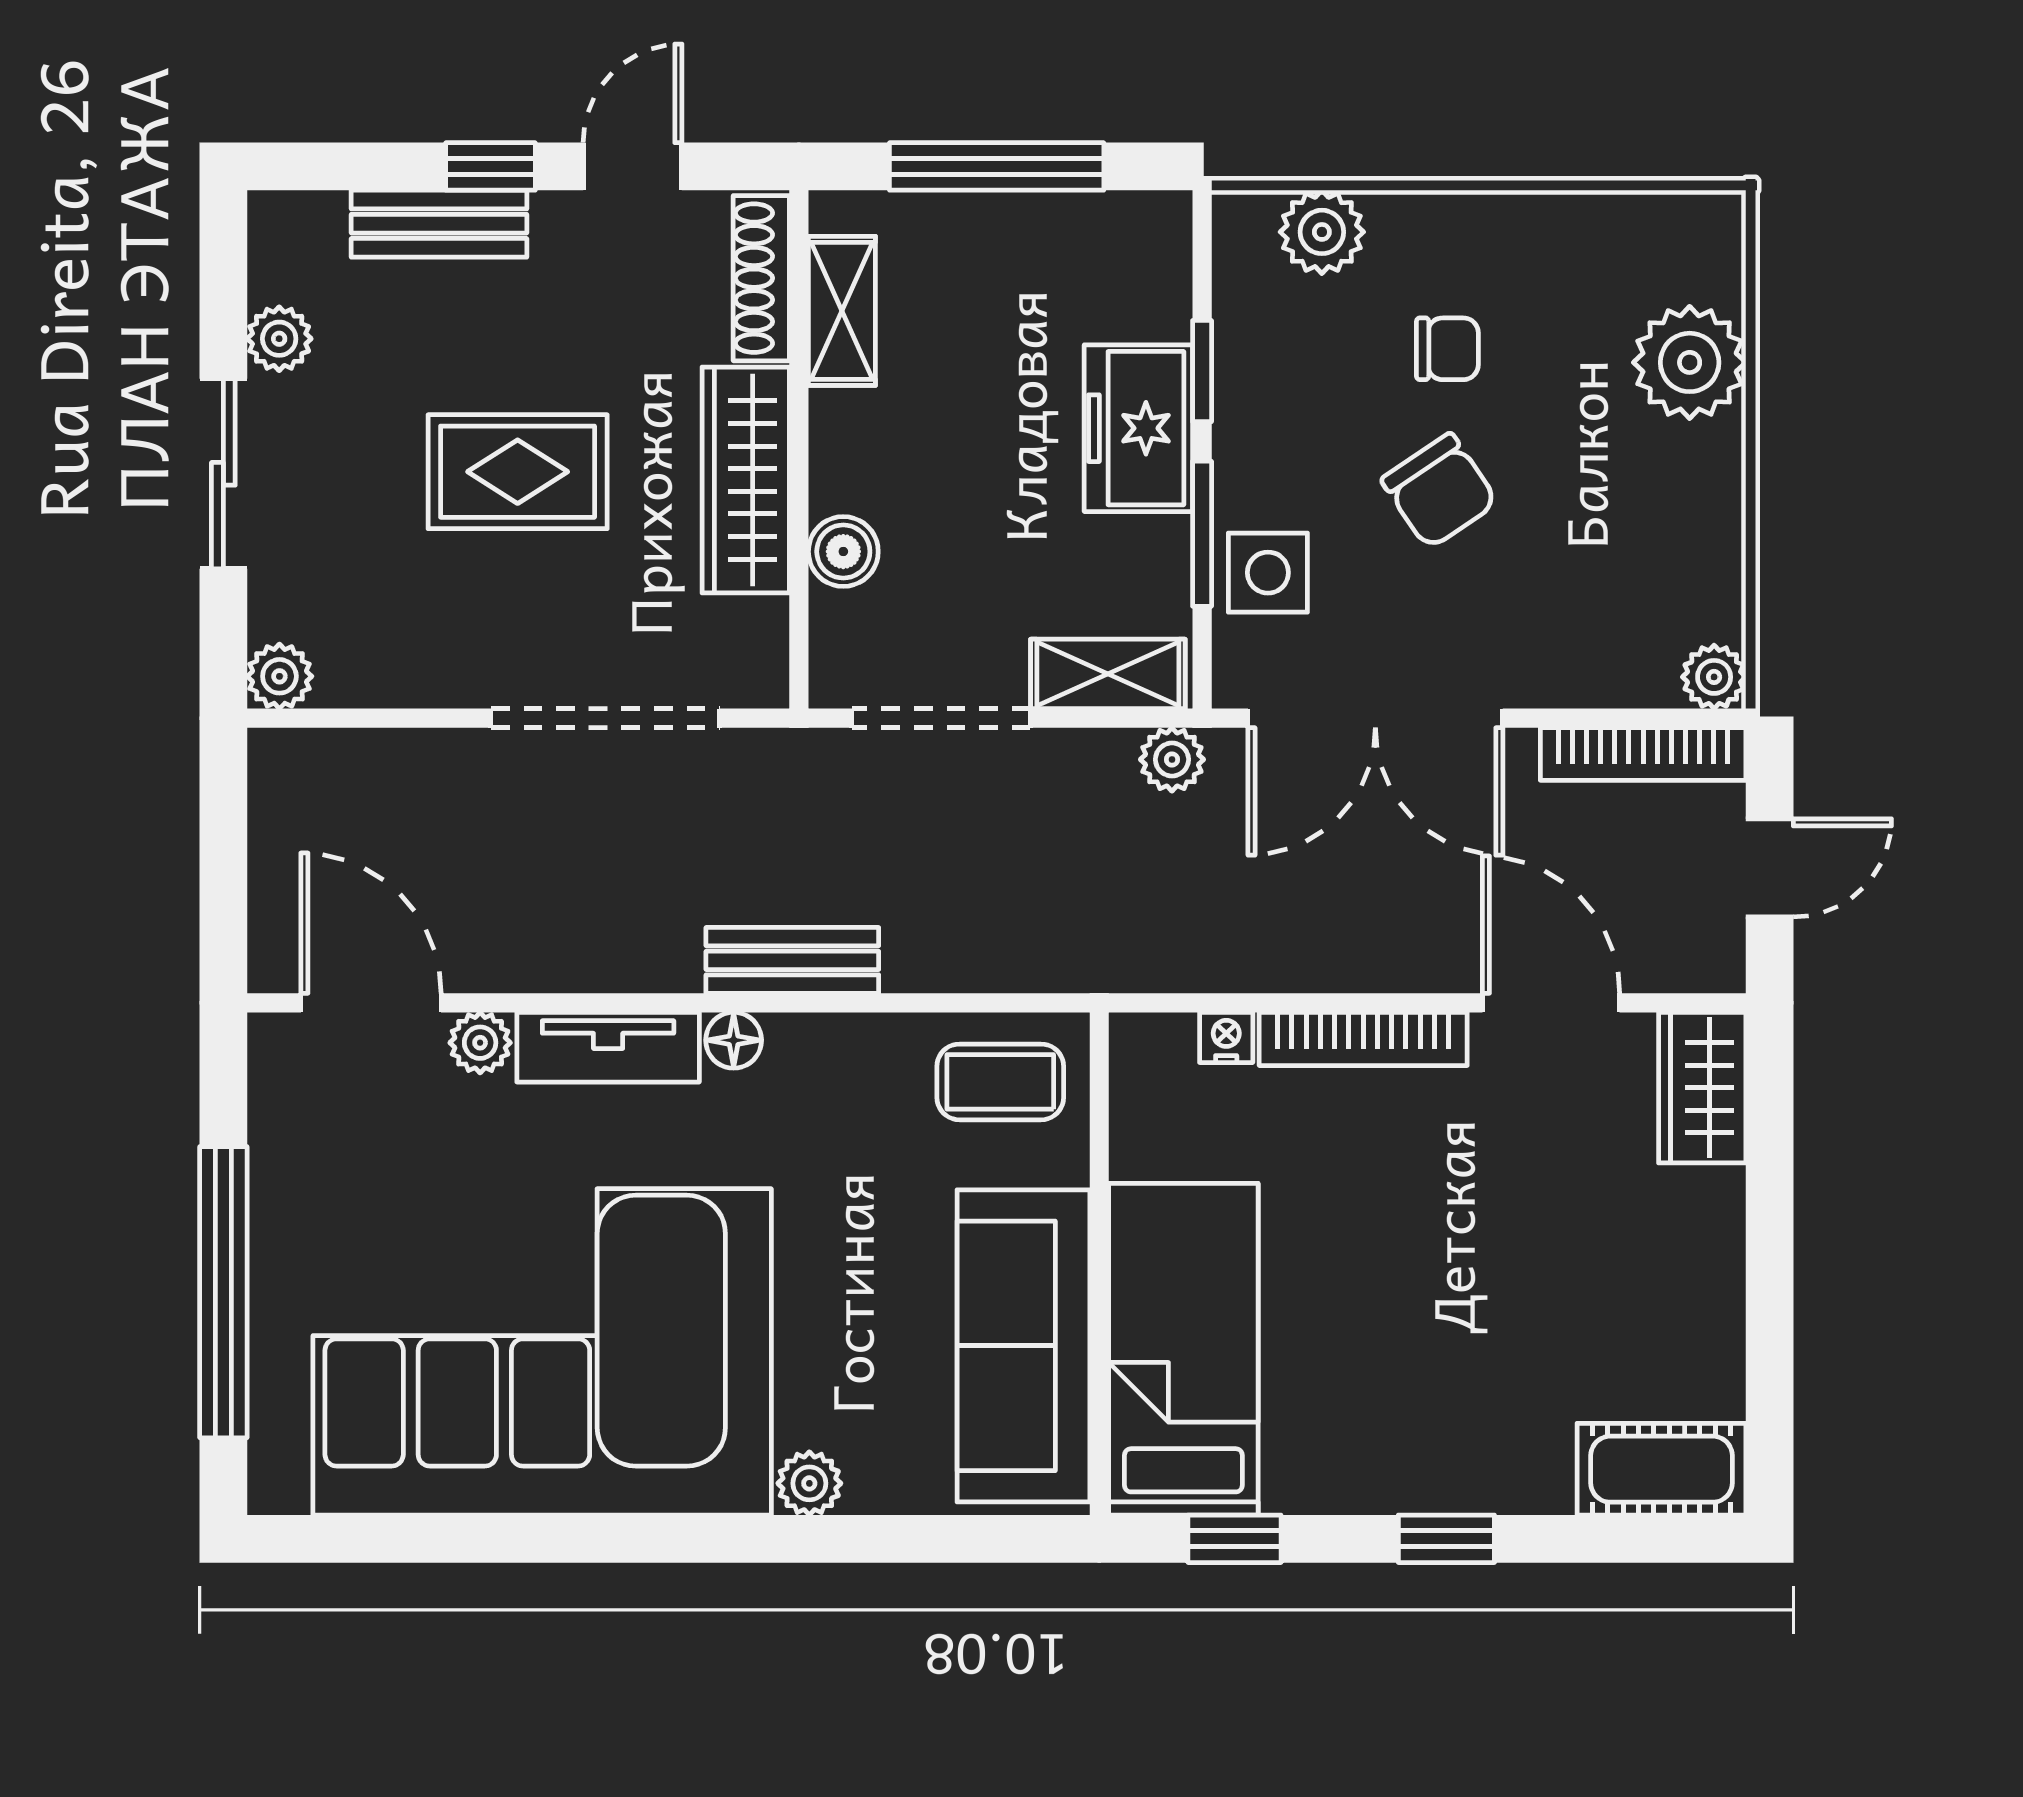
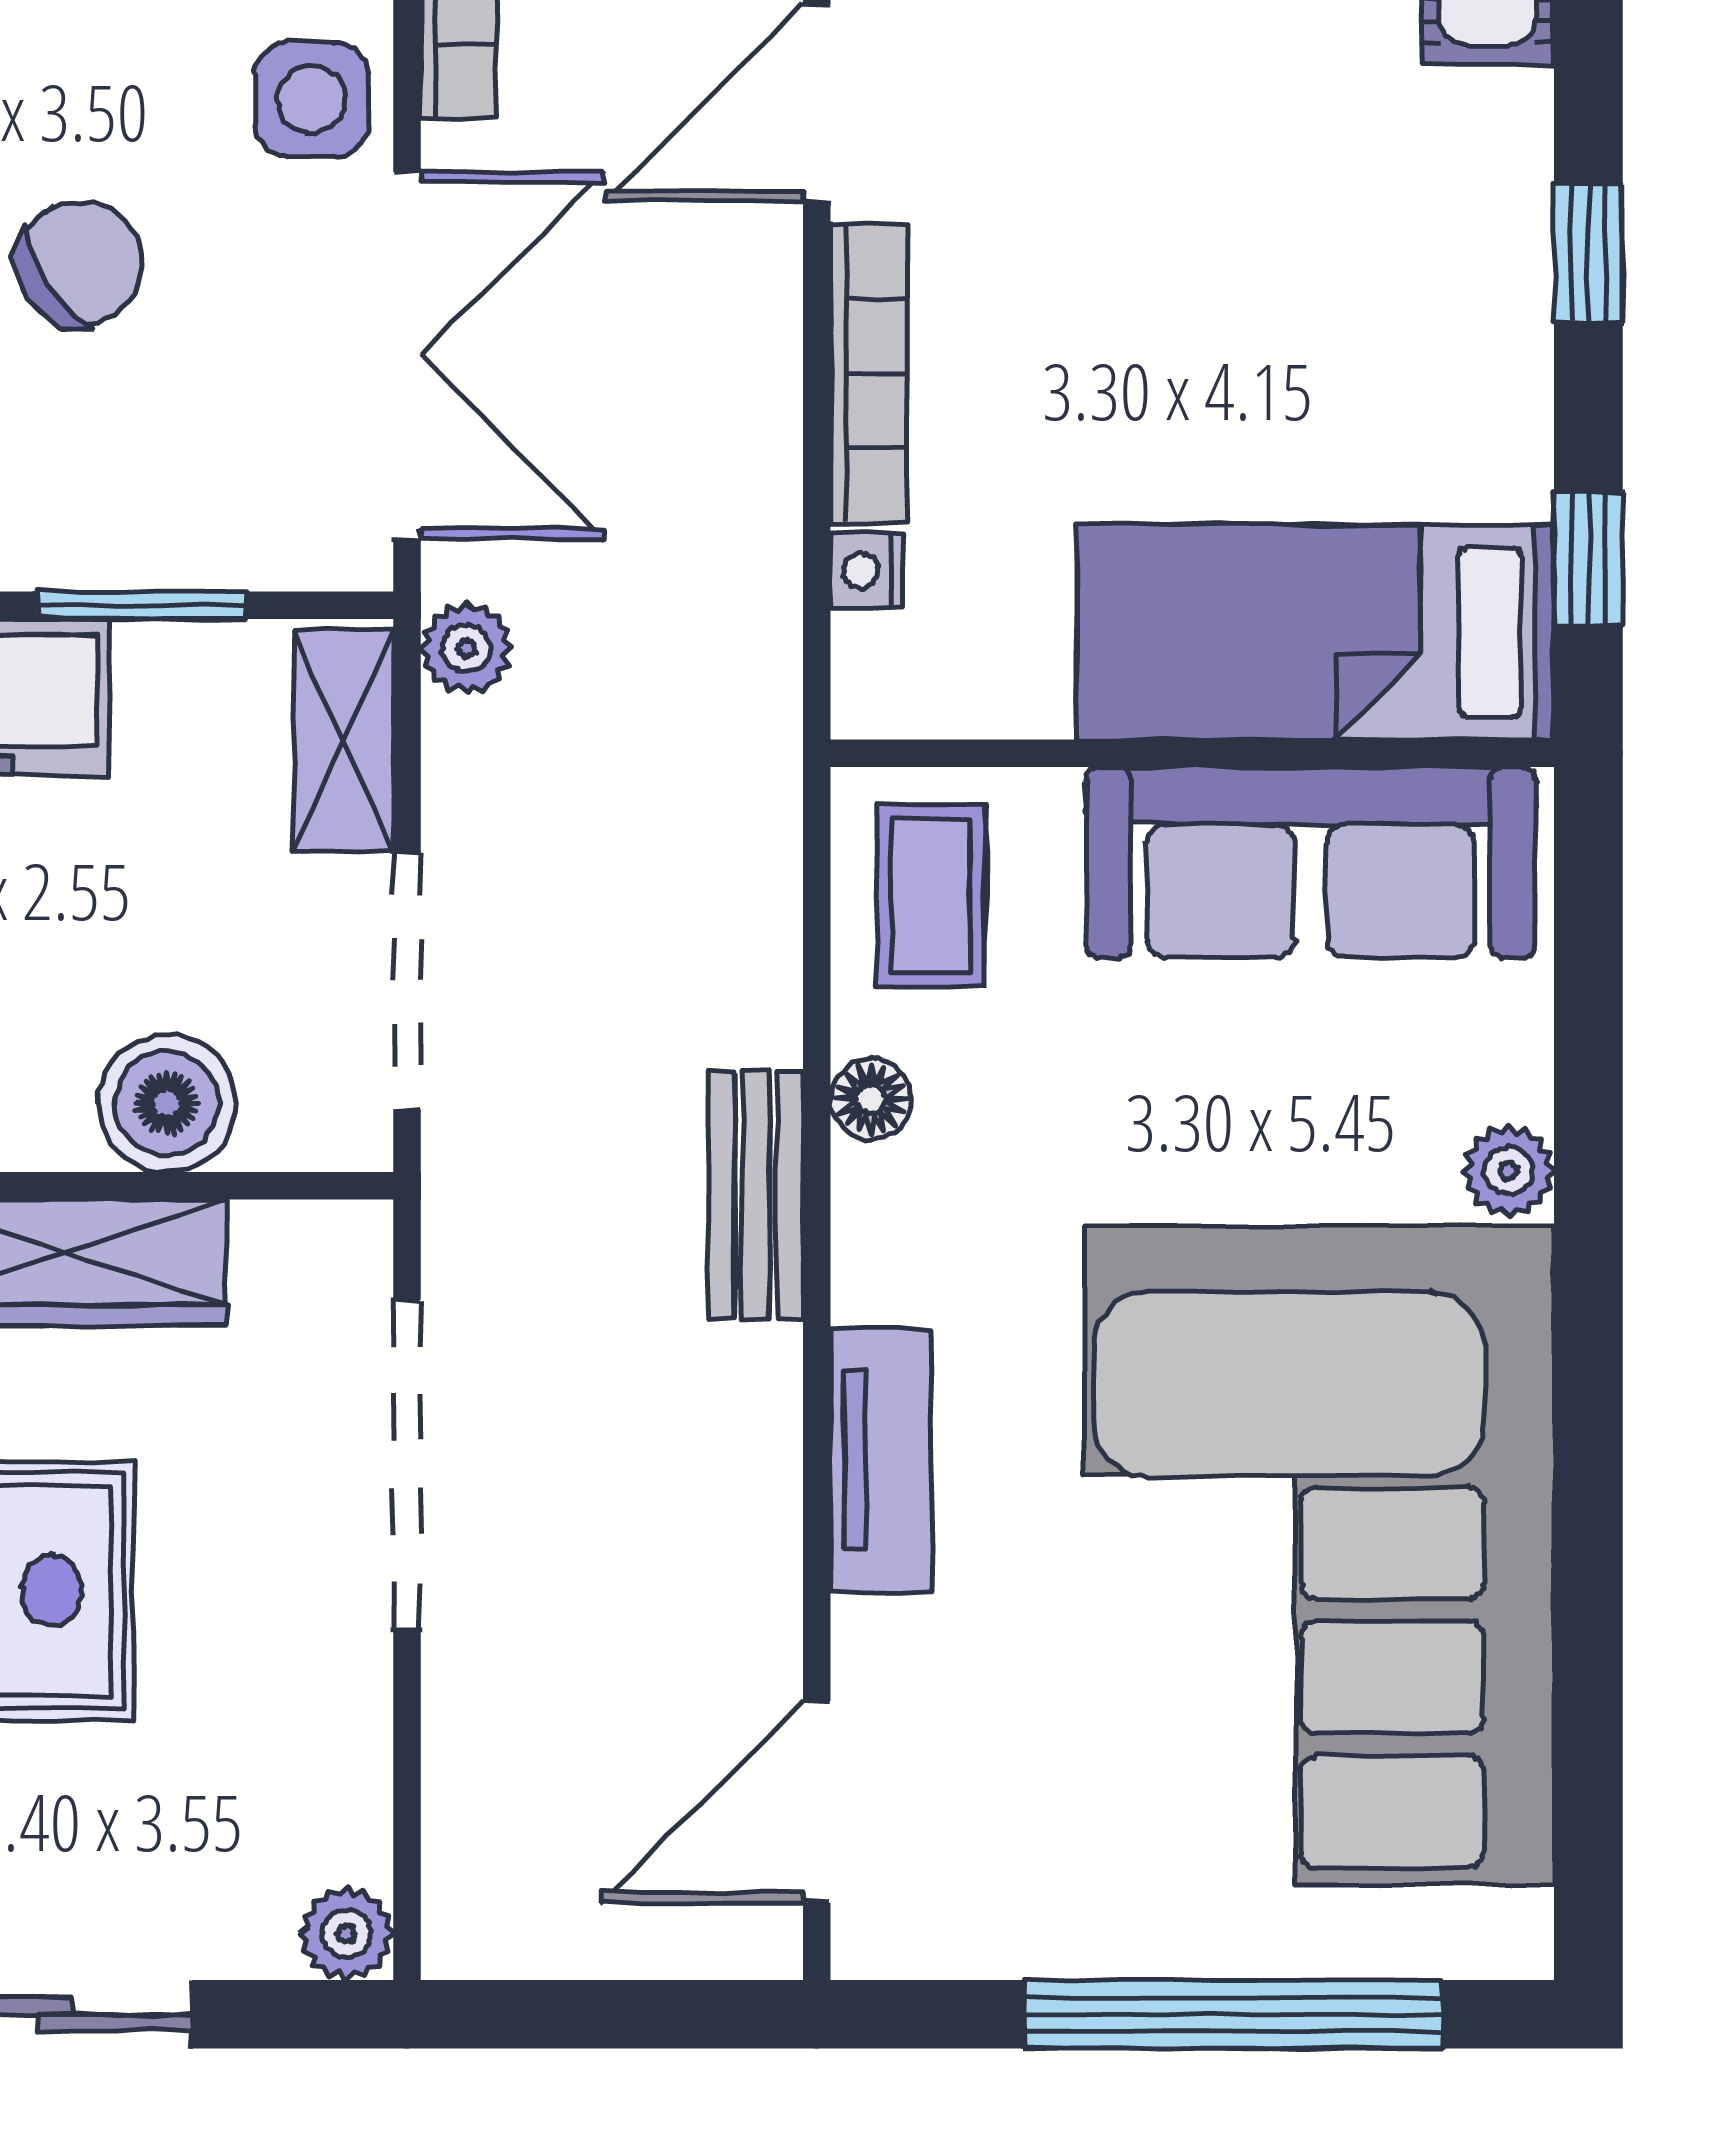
boiler: (843, 552) -> (167, 1103), width x1.36, depth x1.36
side table: (1268, 573) -> (311, 99), moved
floor lamp: (734, 1040) -> (871, 1099), moved
plant: (480, 1043) -> (874, 1645), removed

